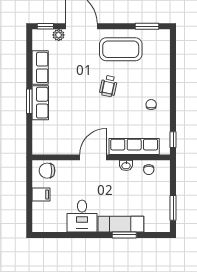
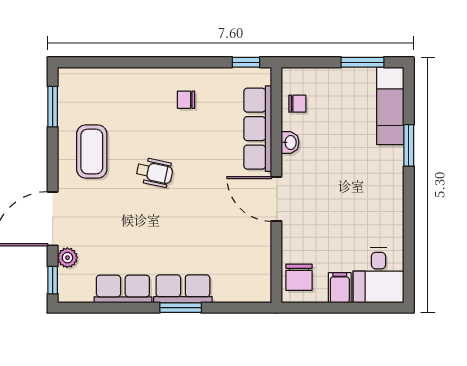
coffee table: (121, 49) -> (92, 152), width x0.73, depth x0.76
desk: (82, 216) -> (378, 275), moved, turned 90
exam couch: (121, 224) -> (390, 106), moved

